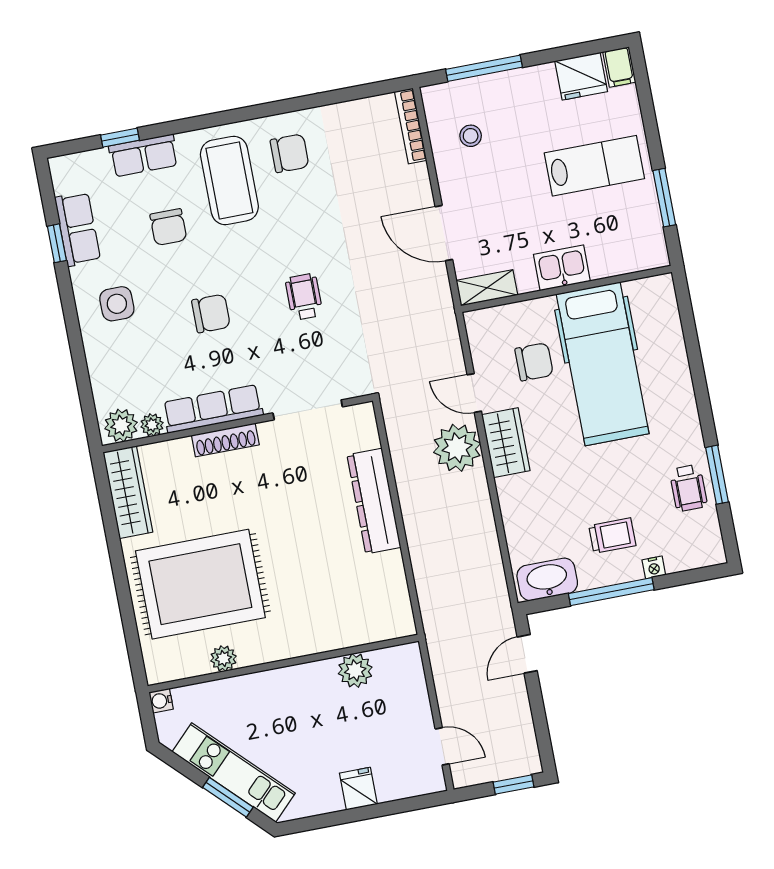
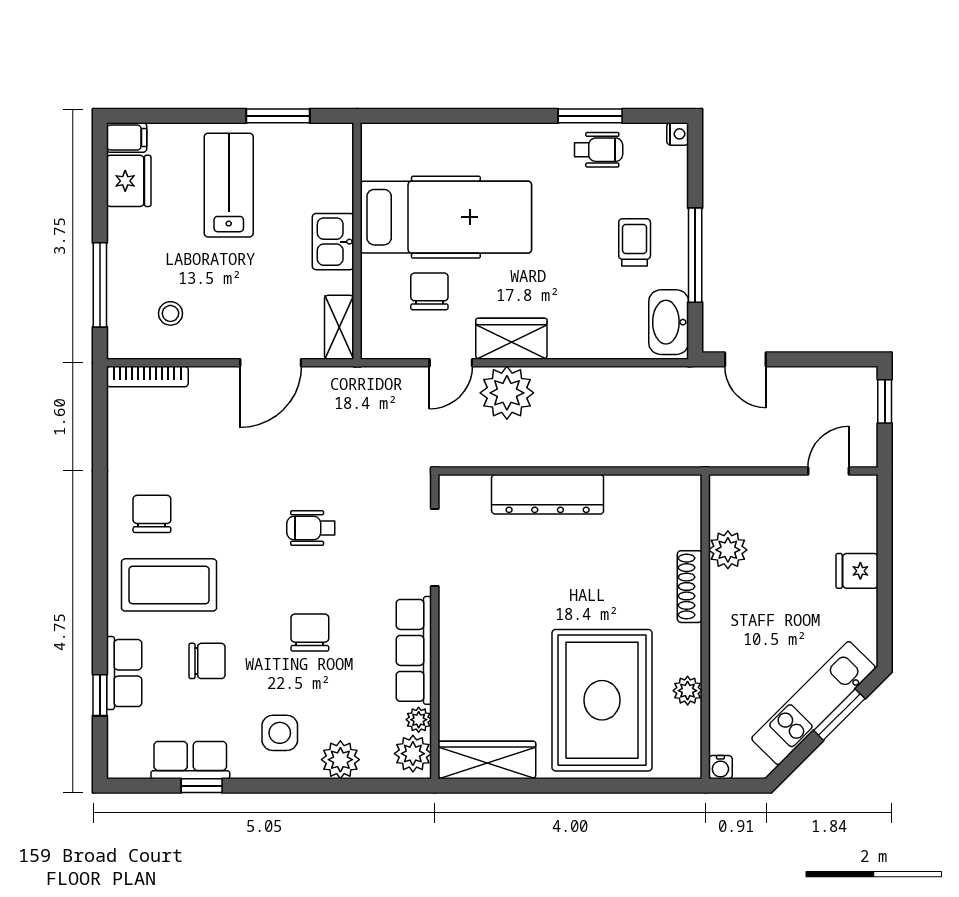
plant: (103, 362) -> (340, 760), added
shoe rack: (225, 440) -> (690, 587), moved, turned 180
nightstand: (654, 567) -> (678, 134), moved

